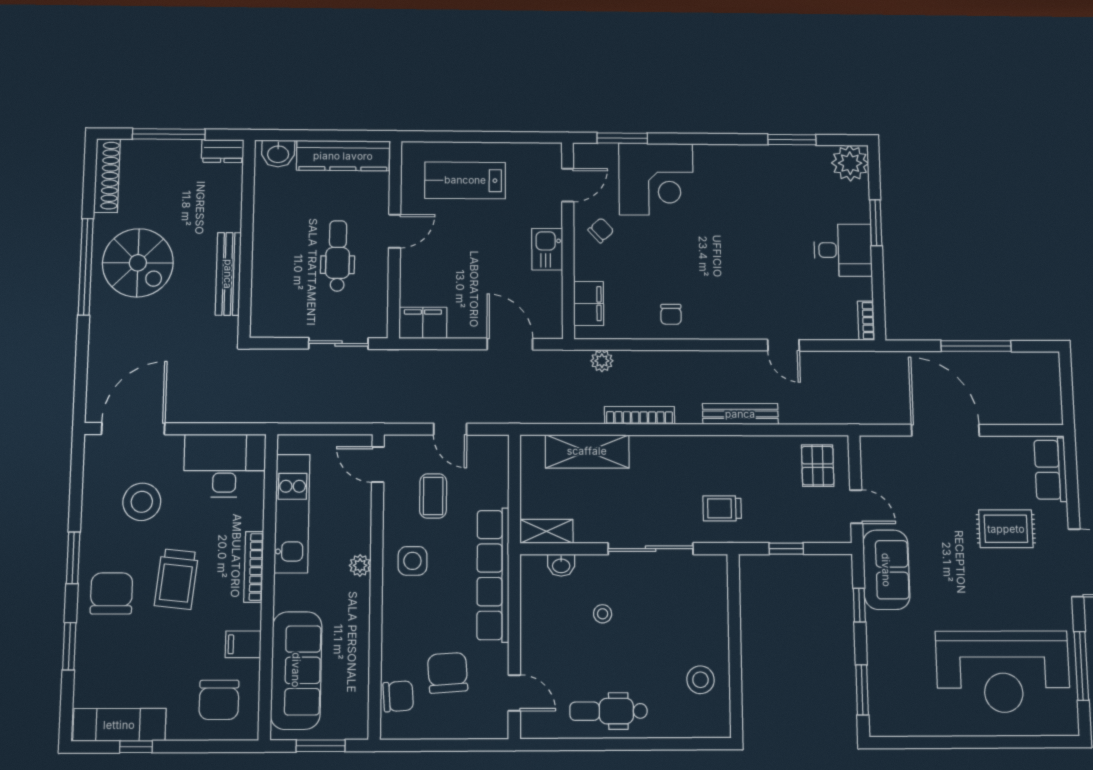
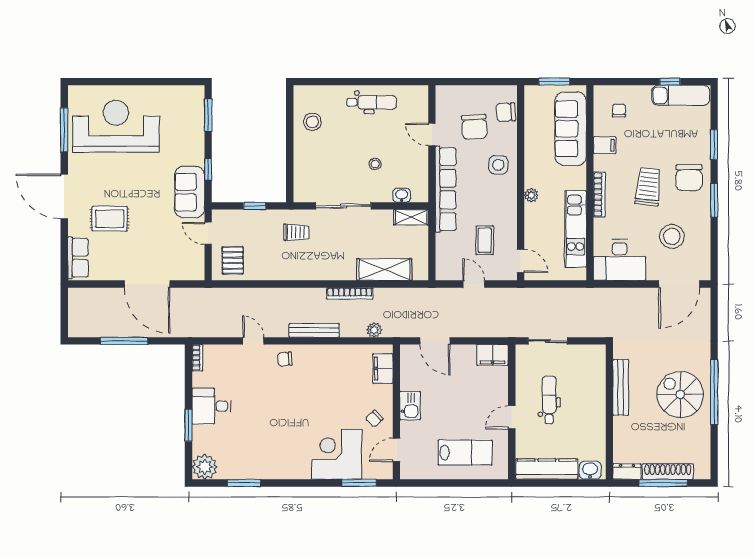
shoe rack: (107, 176) -> (668, 472), moved, turned 90
dental chair: (338, 256) -> (549, 400), turned 180
chair: (671, 314) -> (285, 359), moved, turned -96
bench: (740, 414) -> (314, 330), moved
side table: (412, 561) -> (498, 165), moved
door: (514, 693) -> (432, 134), moved
chair: (219, 700) -> (619, 110), width x0.54, depth x0.54

